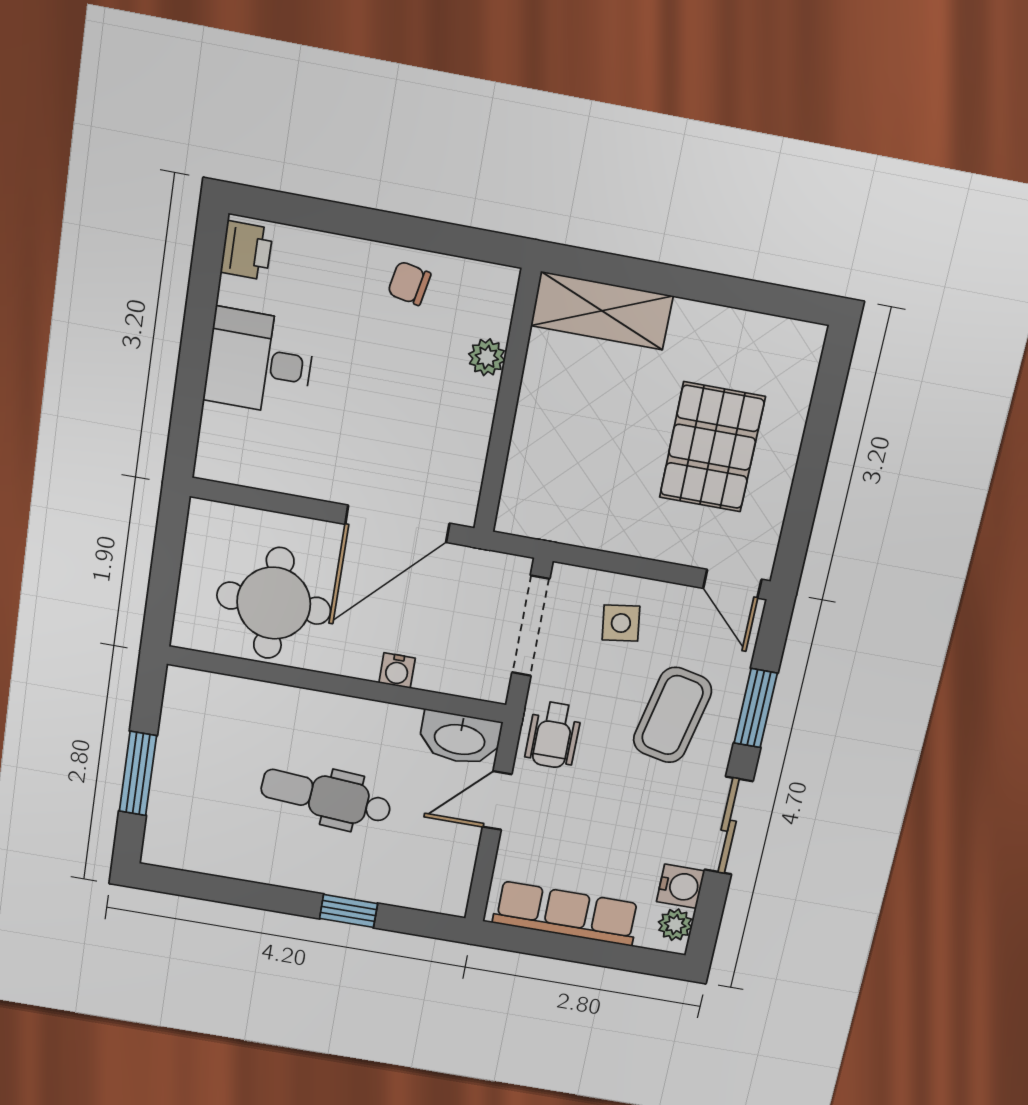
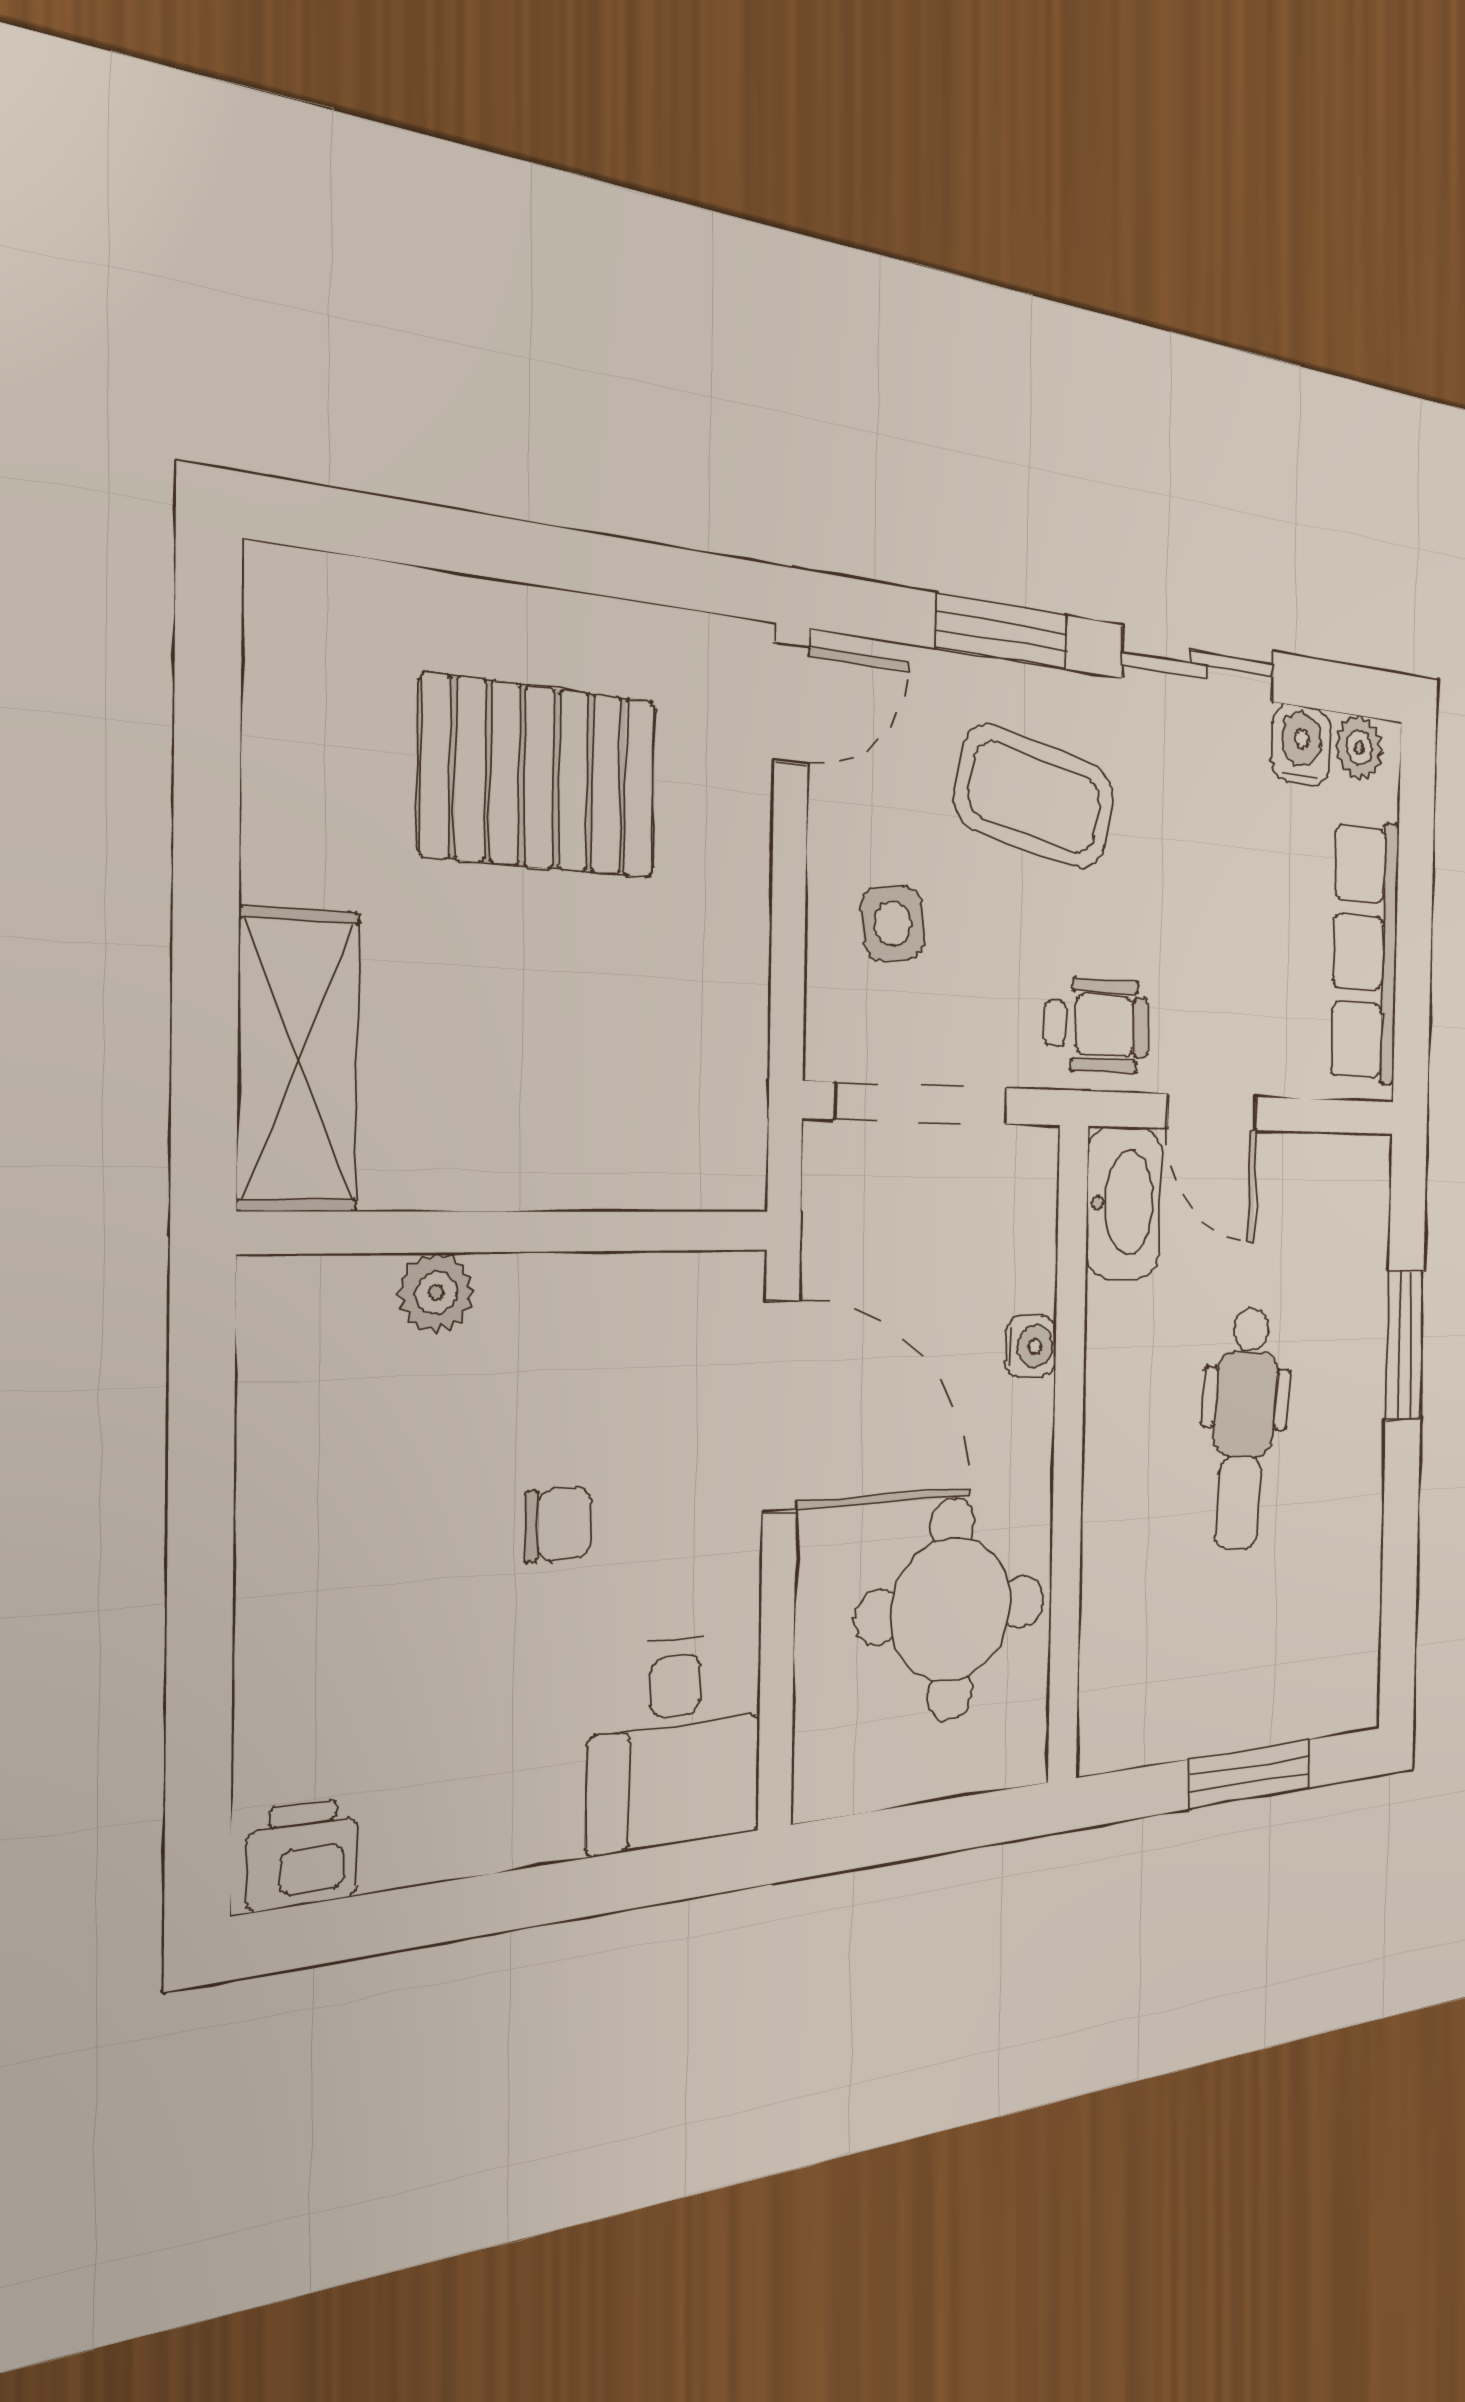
chair: (409, 283) -> (558, 1524), moved, turned -101
desk: (259, 362) -> (675, 1742), moved
window: (348, 911) -> (1405, 1345), width x1.50

